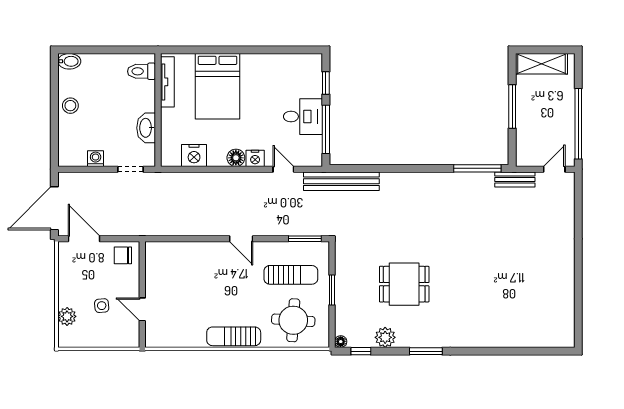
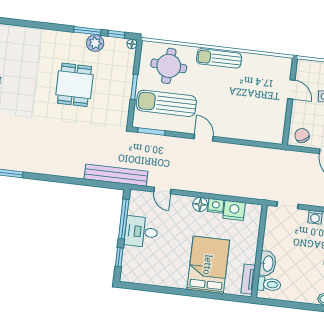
tv unit: (167, 82) -> (248, 279), width x0.71
washbasin: (146, 128) -> (268, 264), moved
nightstand: (255, 158) -> (216, 206), moved
chair: (123, 255) -> (302, 135), turned -117
sun lounger: (291, 275) -> (166, 103), width x1.36, depth x1.34
dining table: (404, 284) -> (74, 85), turned 90
sun lounger: (234, 336) -> (219, 58), turned 180
window: (426, 351) -> (87, 31), moved

